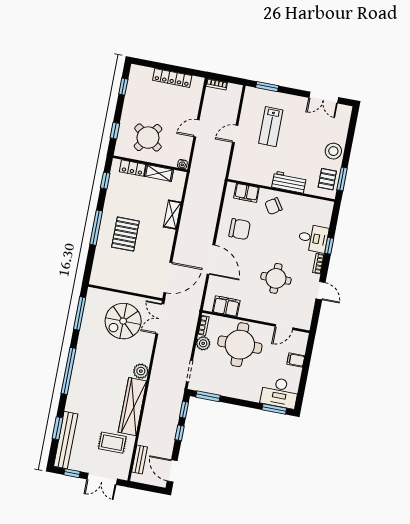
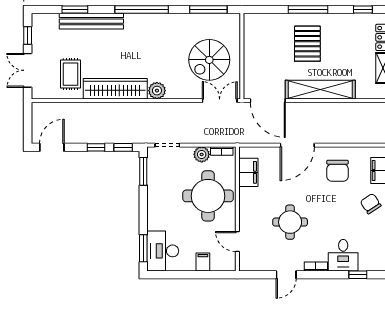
shelving: (172, 215) -> (320, 90), width x2.20, depth x1.33
pallet: (125, 234) -> (307, 44), turned 90
window: (329, 246) -> (358, 275), moved
spiral stairs: (123, 321) -> (209, 60), turned -90
bench: (66, 440) -> (91, 21), moved
bench: (139, 459) -> (58, 108), removed

